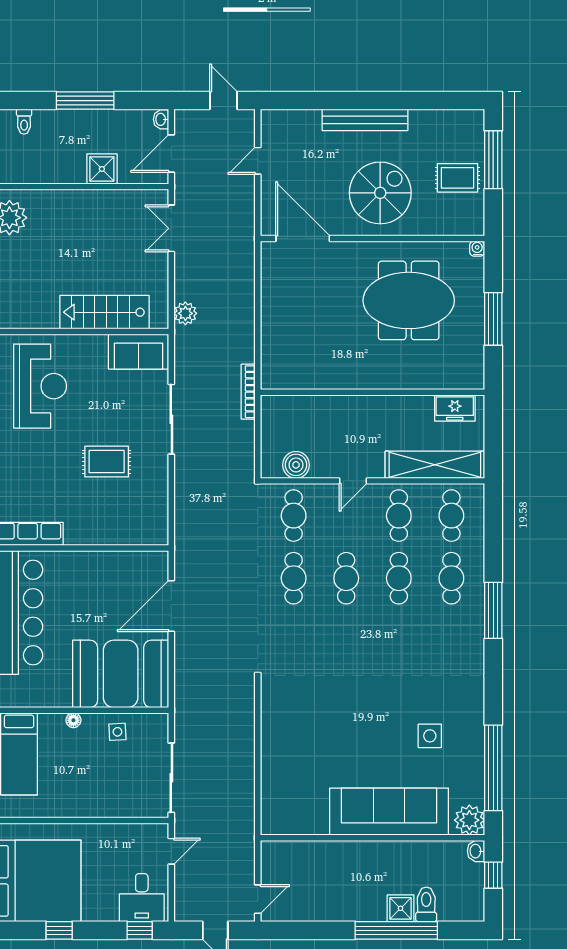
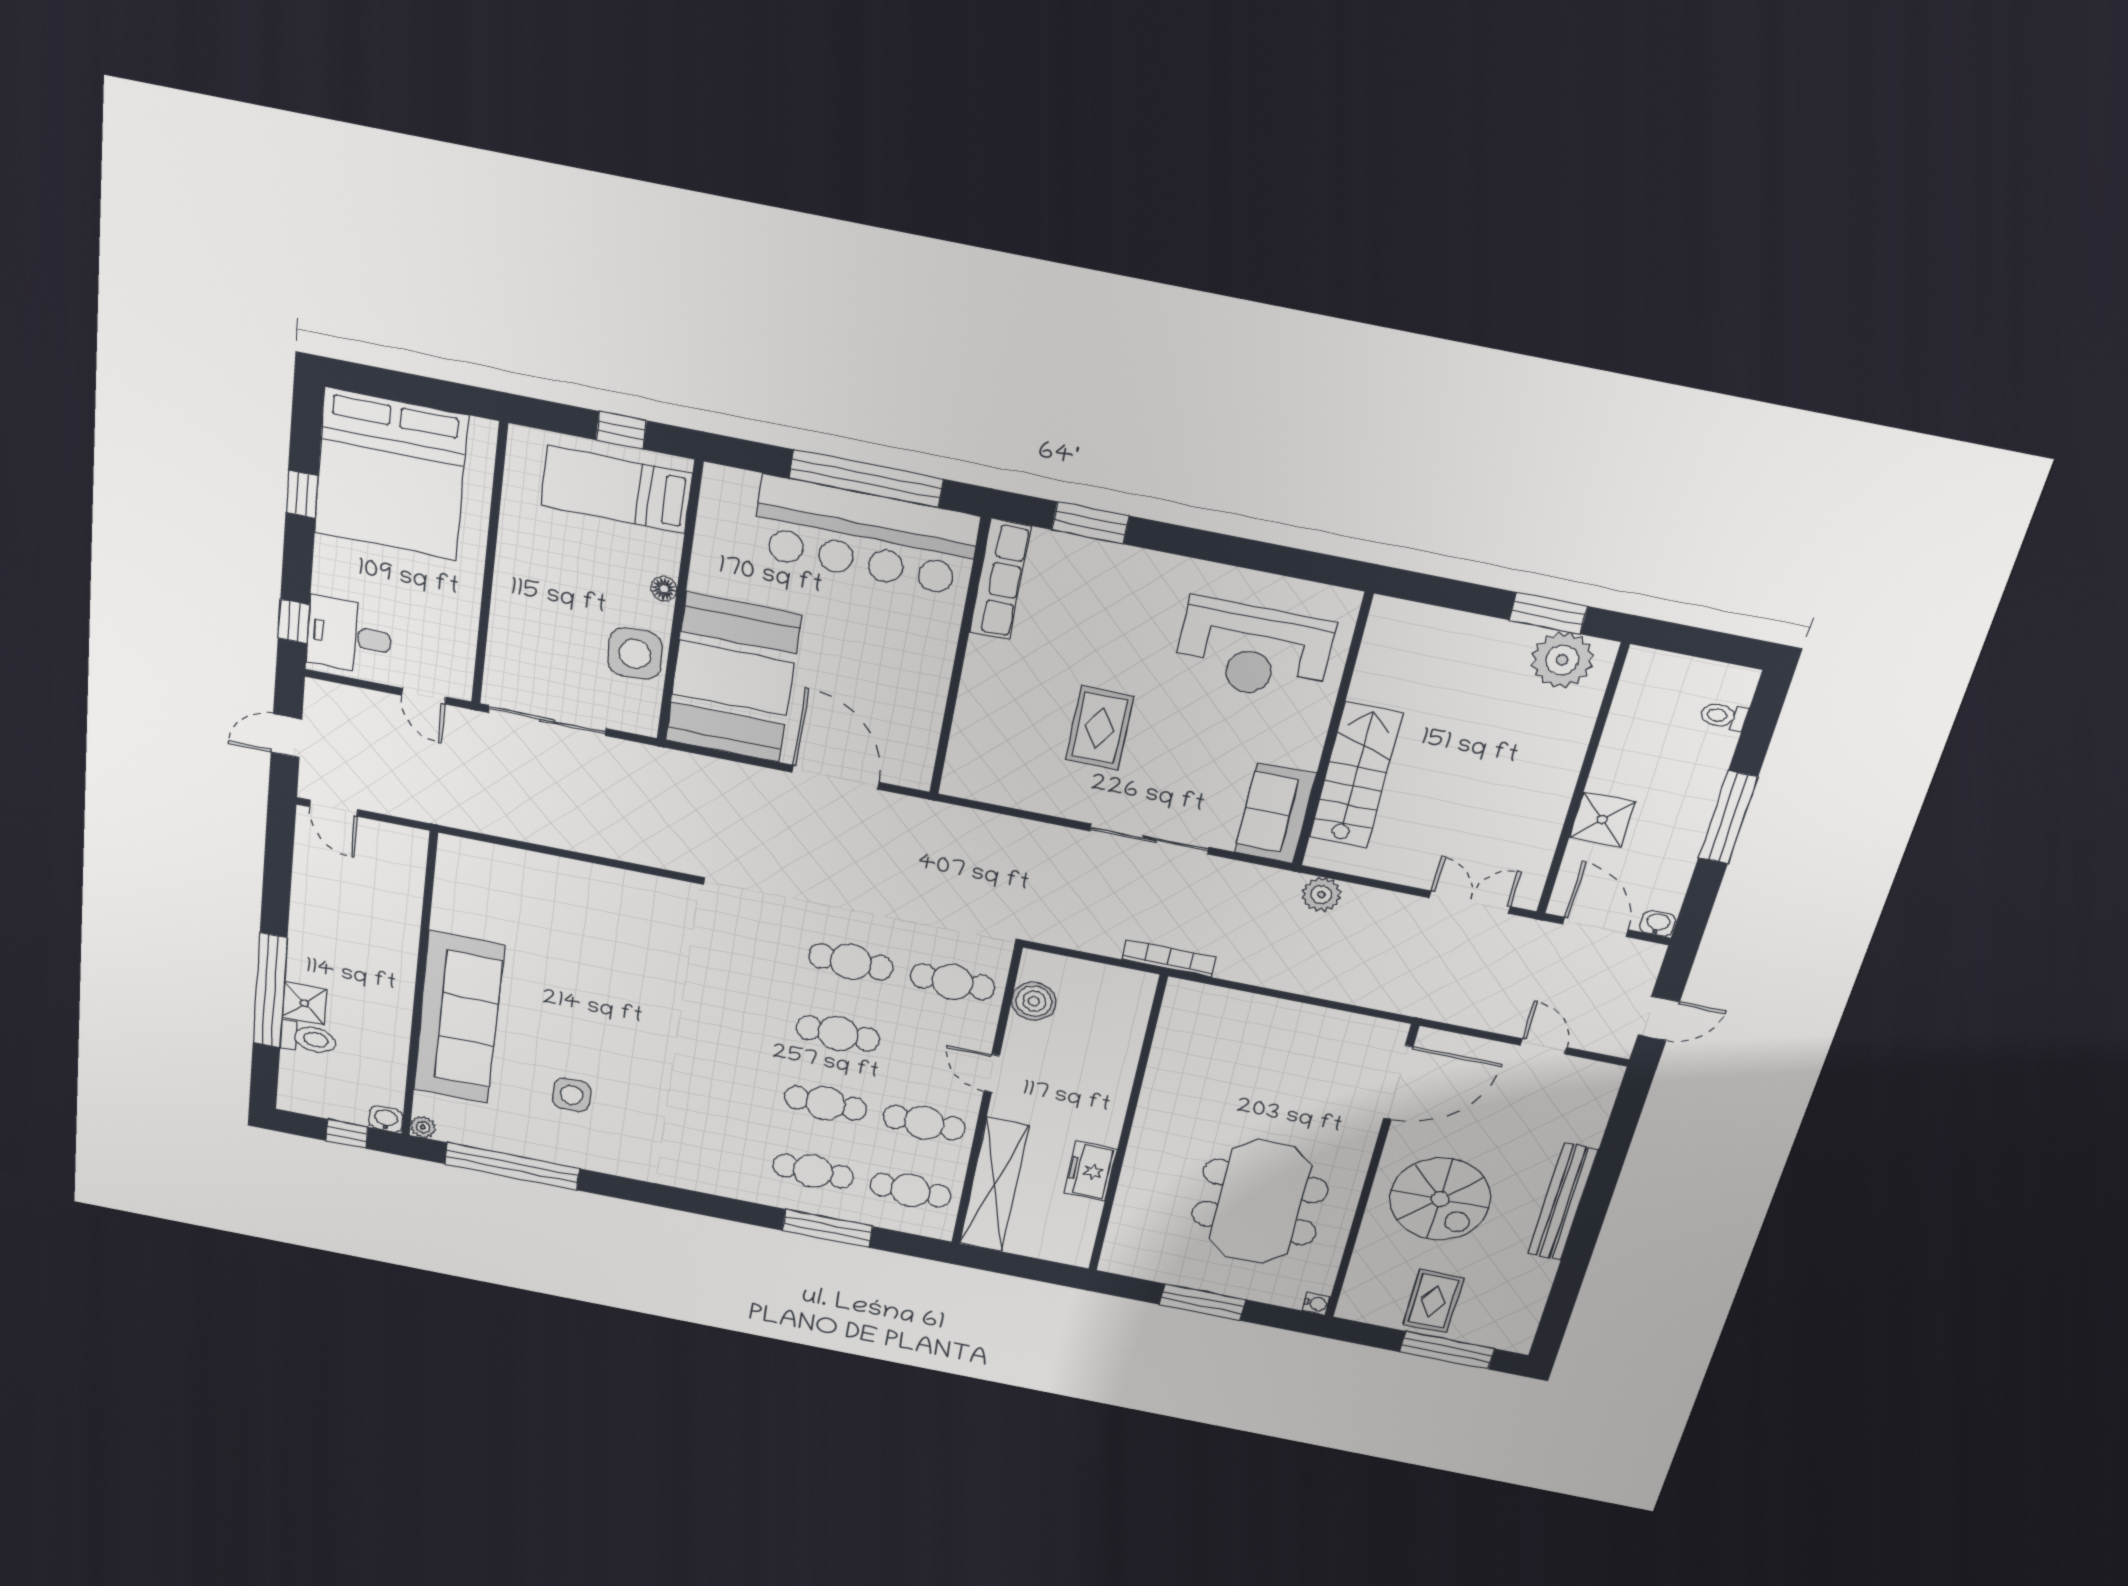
freezer: (455, 408) -> (1090, 1171), moved
window: (493, 610) -> (827, 1228), moved
side table: (117, 732) -> (635, 654), width x1.87, depth x1.87
plant: (469, 820) -> (423, 1127), width x0.53, depth x0.53

